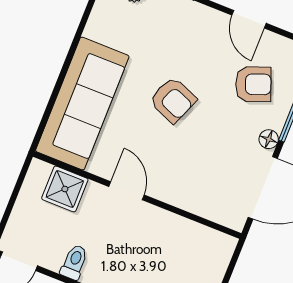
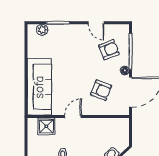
armchair: (173, 100) -> (101, 90), moved
door: (126, 191) -> (73, 117), hinge flipped

